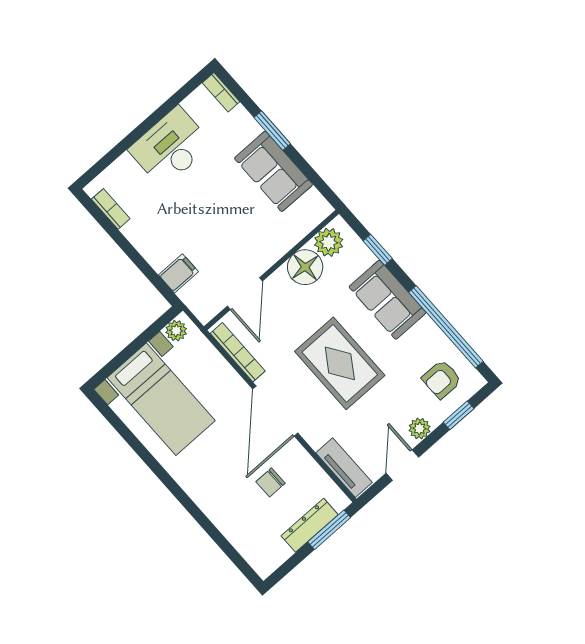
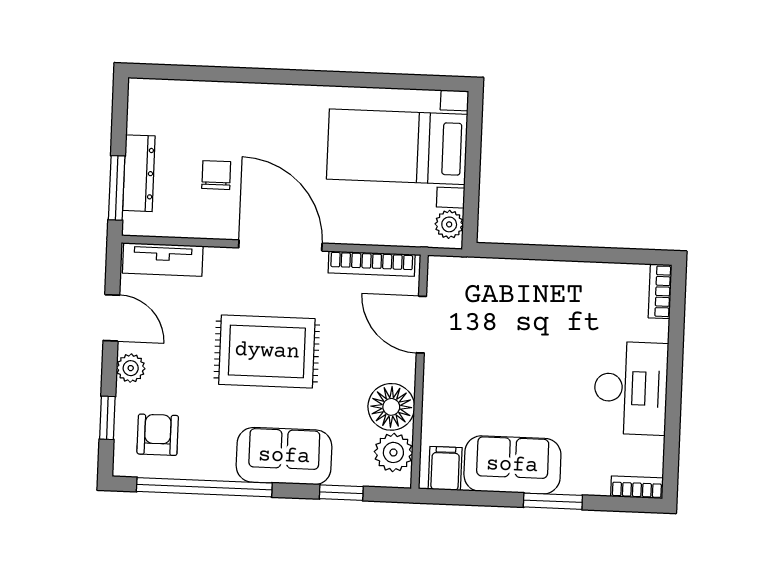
bookcase: (111, 209) -> (660, 291), moved, turned 90
filing cabinet: (178, 273) -> (445, 468), moved, turned 180

